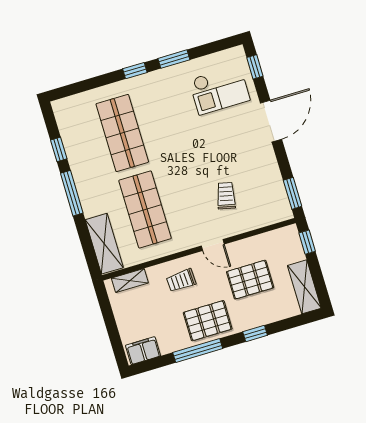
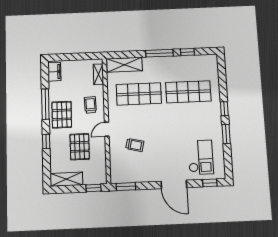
checkout: (219, 90) -> (201, 157), turned 180

